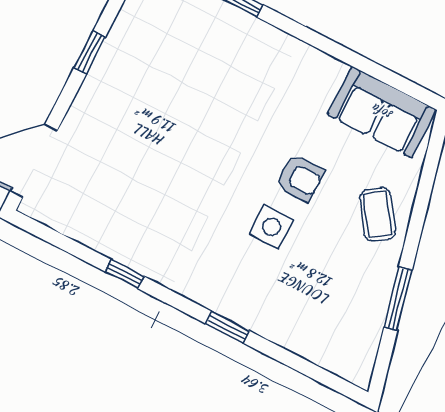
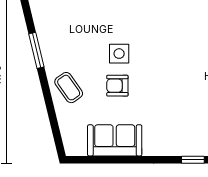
sofa: (382, 112) -> (115, 140), moved

